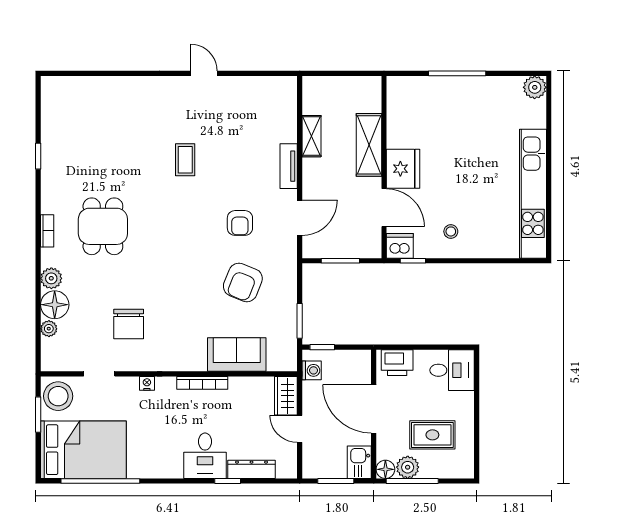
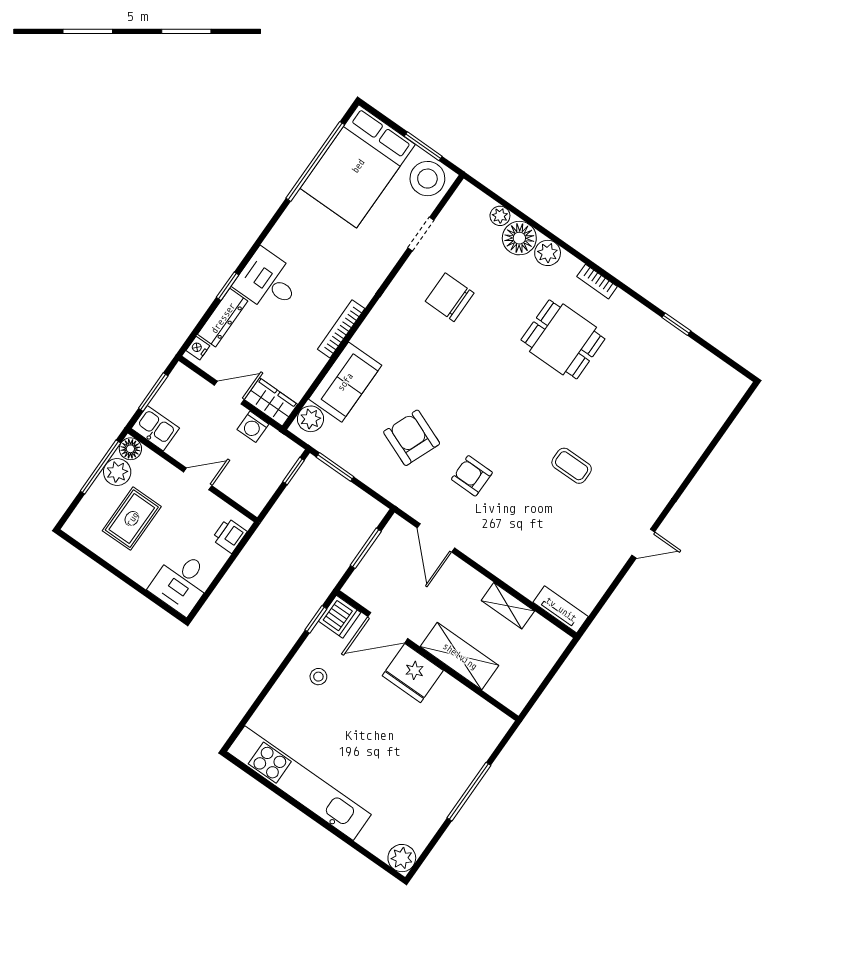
tv unit: (289, 166) -> (561, 609), moved
plant: (278, 361) -> (310, 419), added
printer: (397, 363) -> (229, 535), width x0.73, depth x0.81
washing machine: (312, 370) -> (253, 427), moved
nightstand: (147, 383) -> (198, 348), moved, turned 180
door: (374, 409) -> (198, 479), width x0.53

